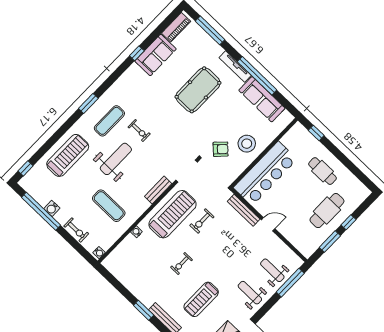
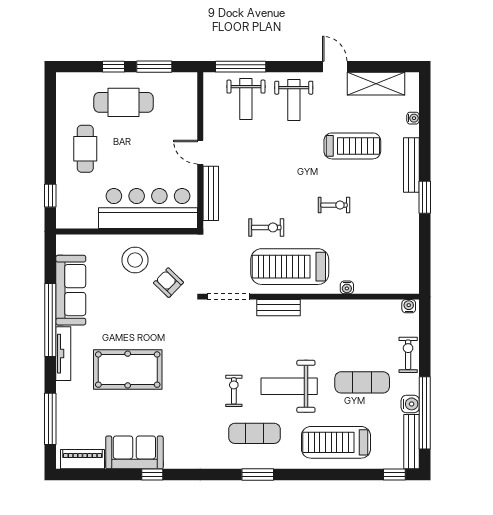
bench: (33, 192) -> (411, 442), added
exercise mat: (109, 206) -> (362, 382), moved, turned 90

